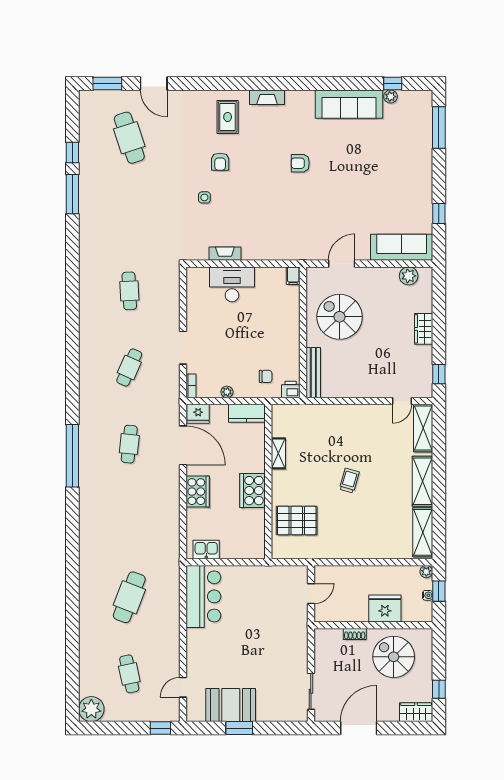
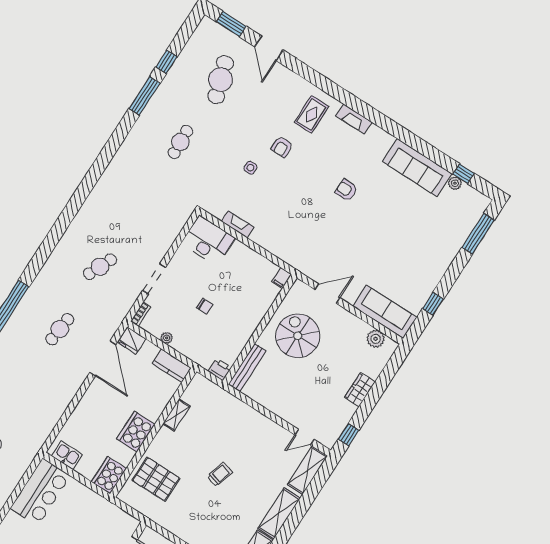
desk: (232, 284) -> (208, 241), moved
cafe table: (129, 291) -> (180, 142), moved
chair: (266, 376) -> (205, 306), moved
cooker: (198, 492) -> (109, 475), moved, turned 180

